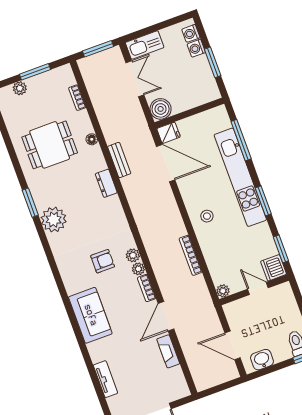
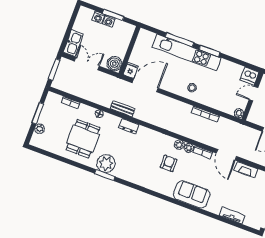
washing machine: (191, 33) -> (109, 21), moved
window: (241, 140) -> (180, 40), moved
plant: (54, 220) -> (106, 164), moved
window: (281, 249) -> (243, 63), removed

